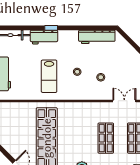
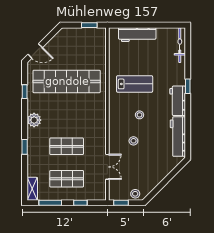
workbench: (44, 37) -> (178, 101), moved
lab bench: (49, 76) -> (135, 84), turned 180

